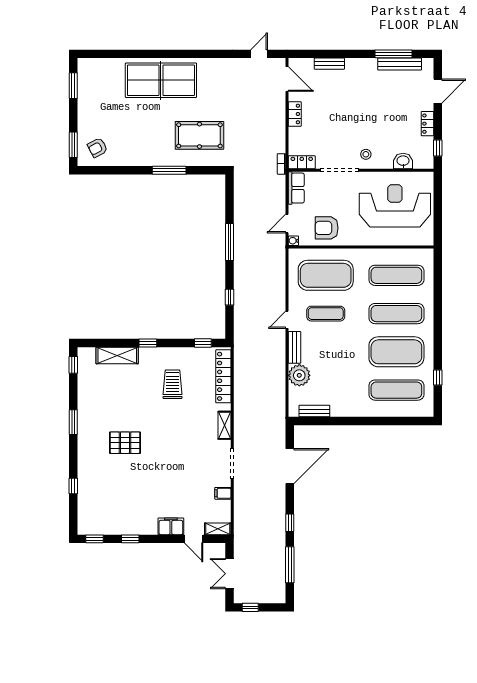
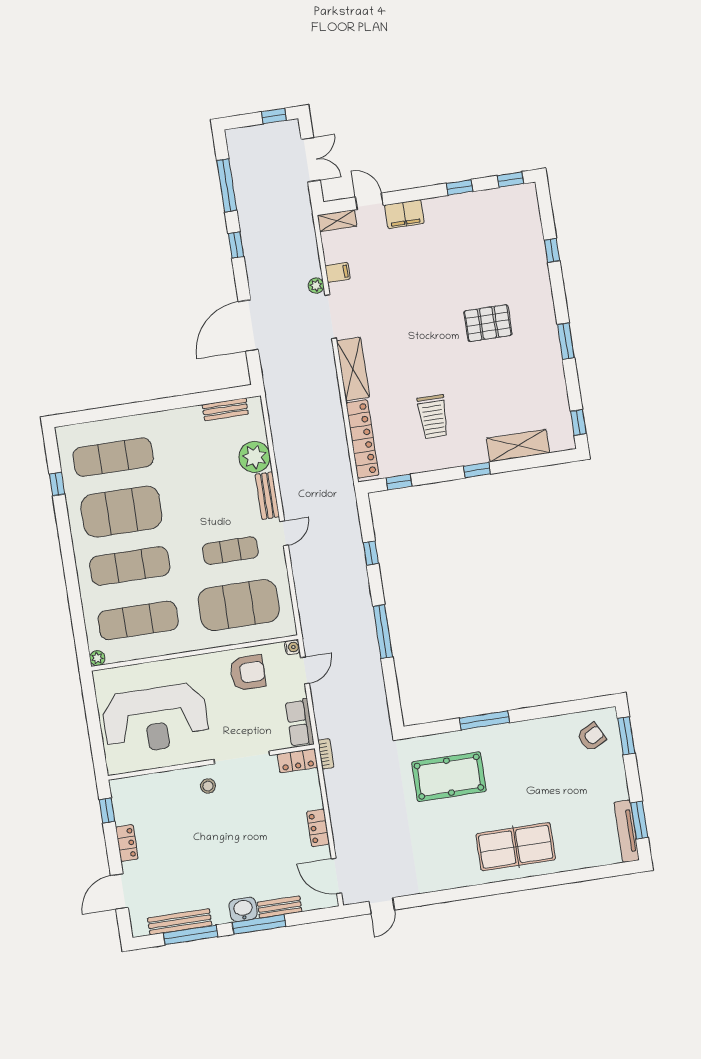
window: (345, 54) -> (259, 924), added
tv unit: (83, 79) -> (627, 831), added
table tennis table: (161, 80) -> (516, 847), width x0.73, depth x0.76
washbasin: (403, 161) -> (243, 909), moved, turned 180
plant: (428, 254) -> (97, 658), added
shelving: (225, 425) -> (353, 369), width x1.50, depth x1.33
plant: (239, 487) -> (316, 286), added

